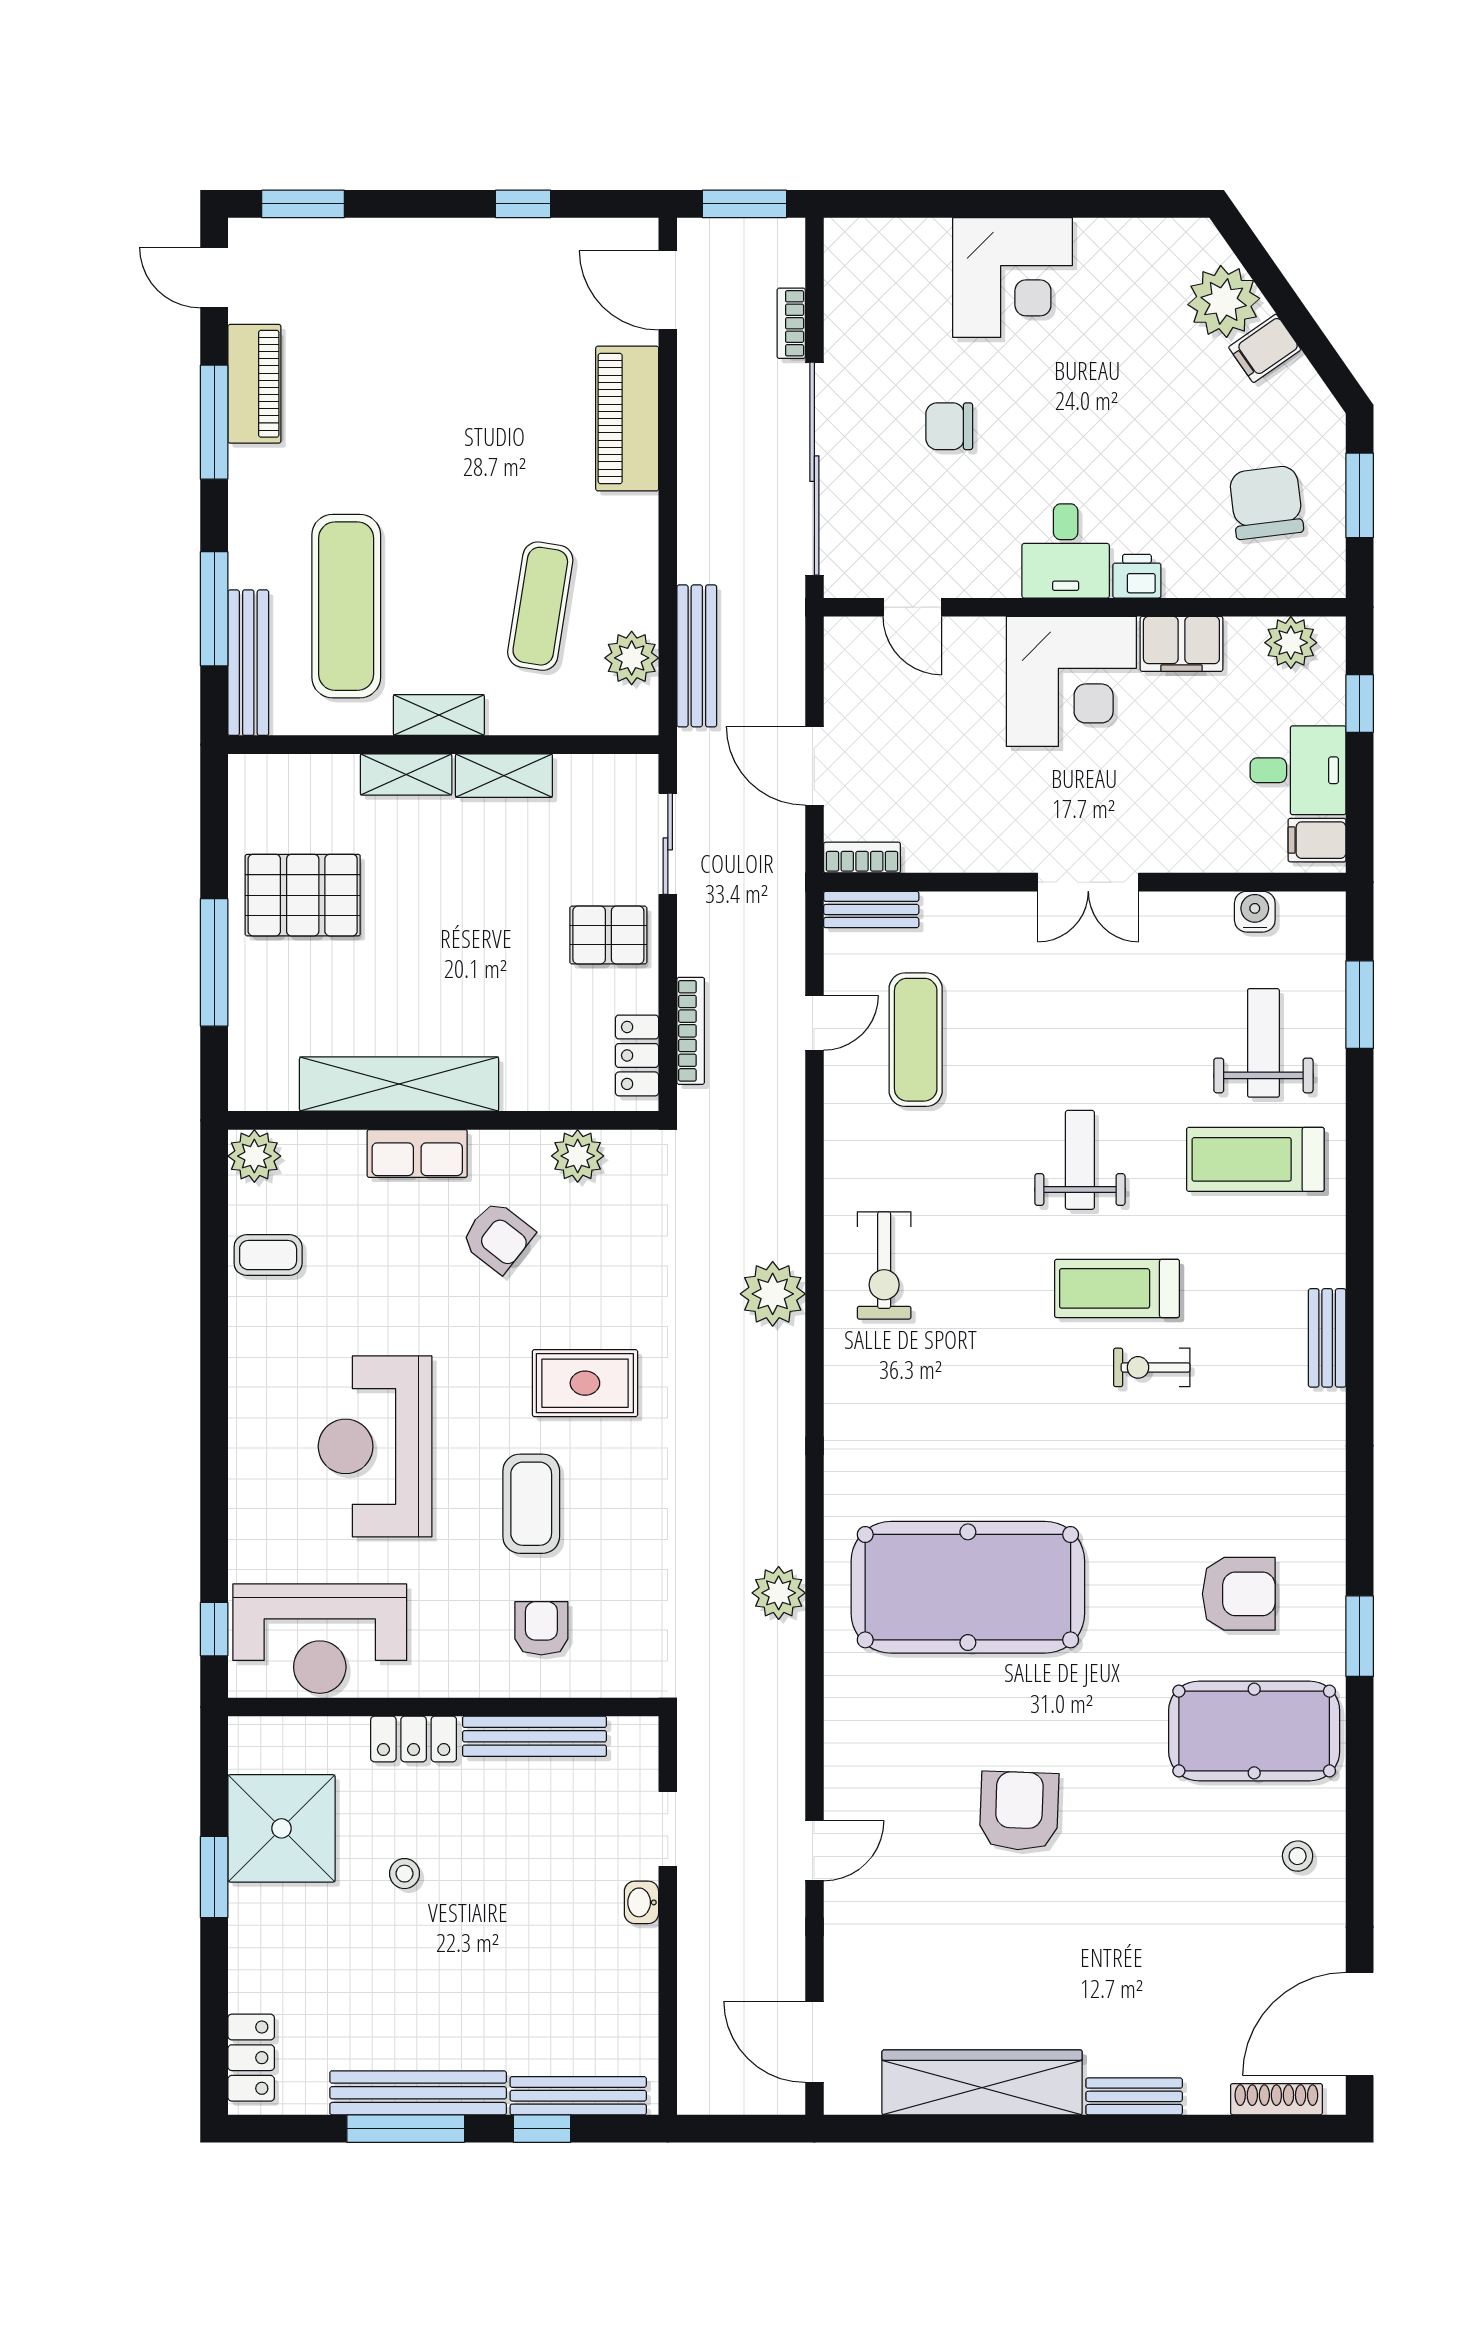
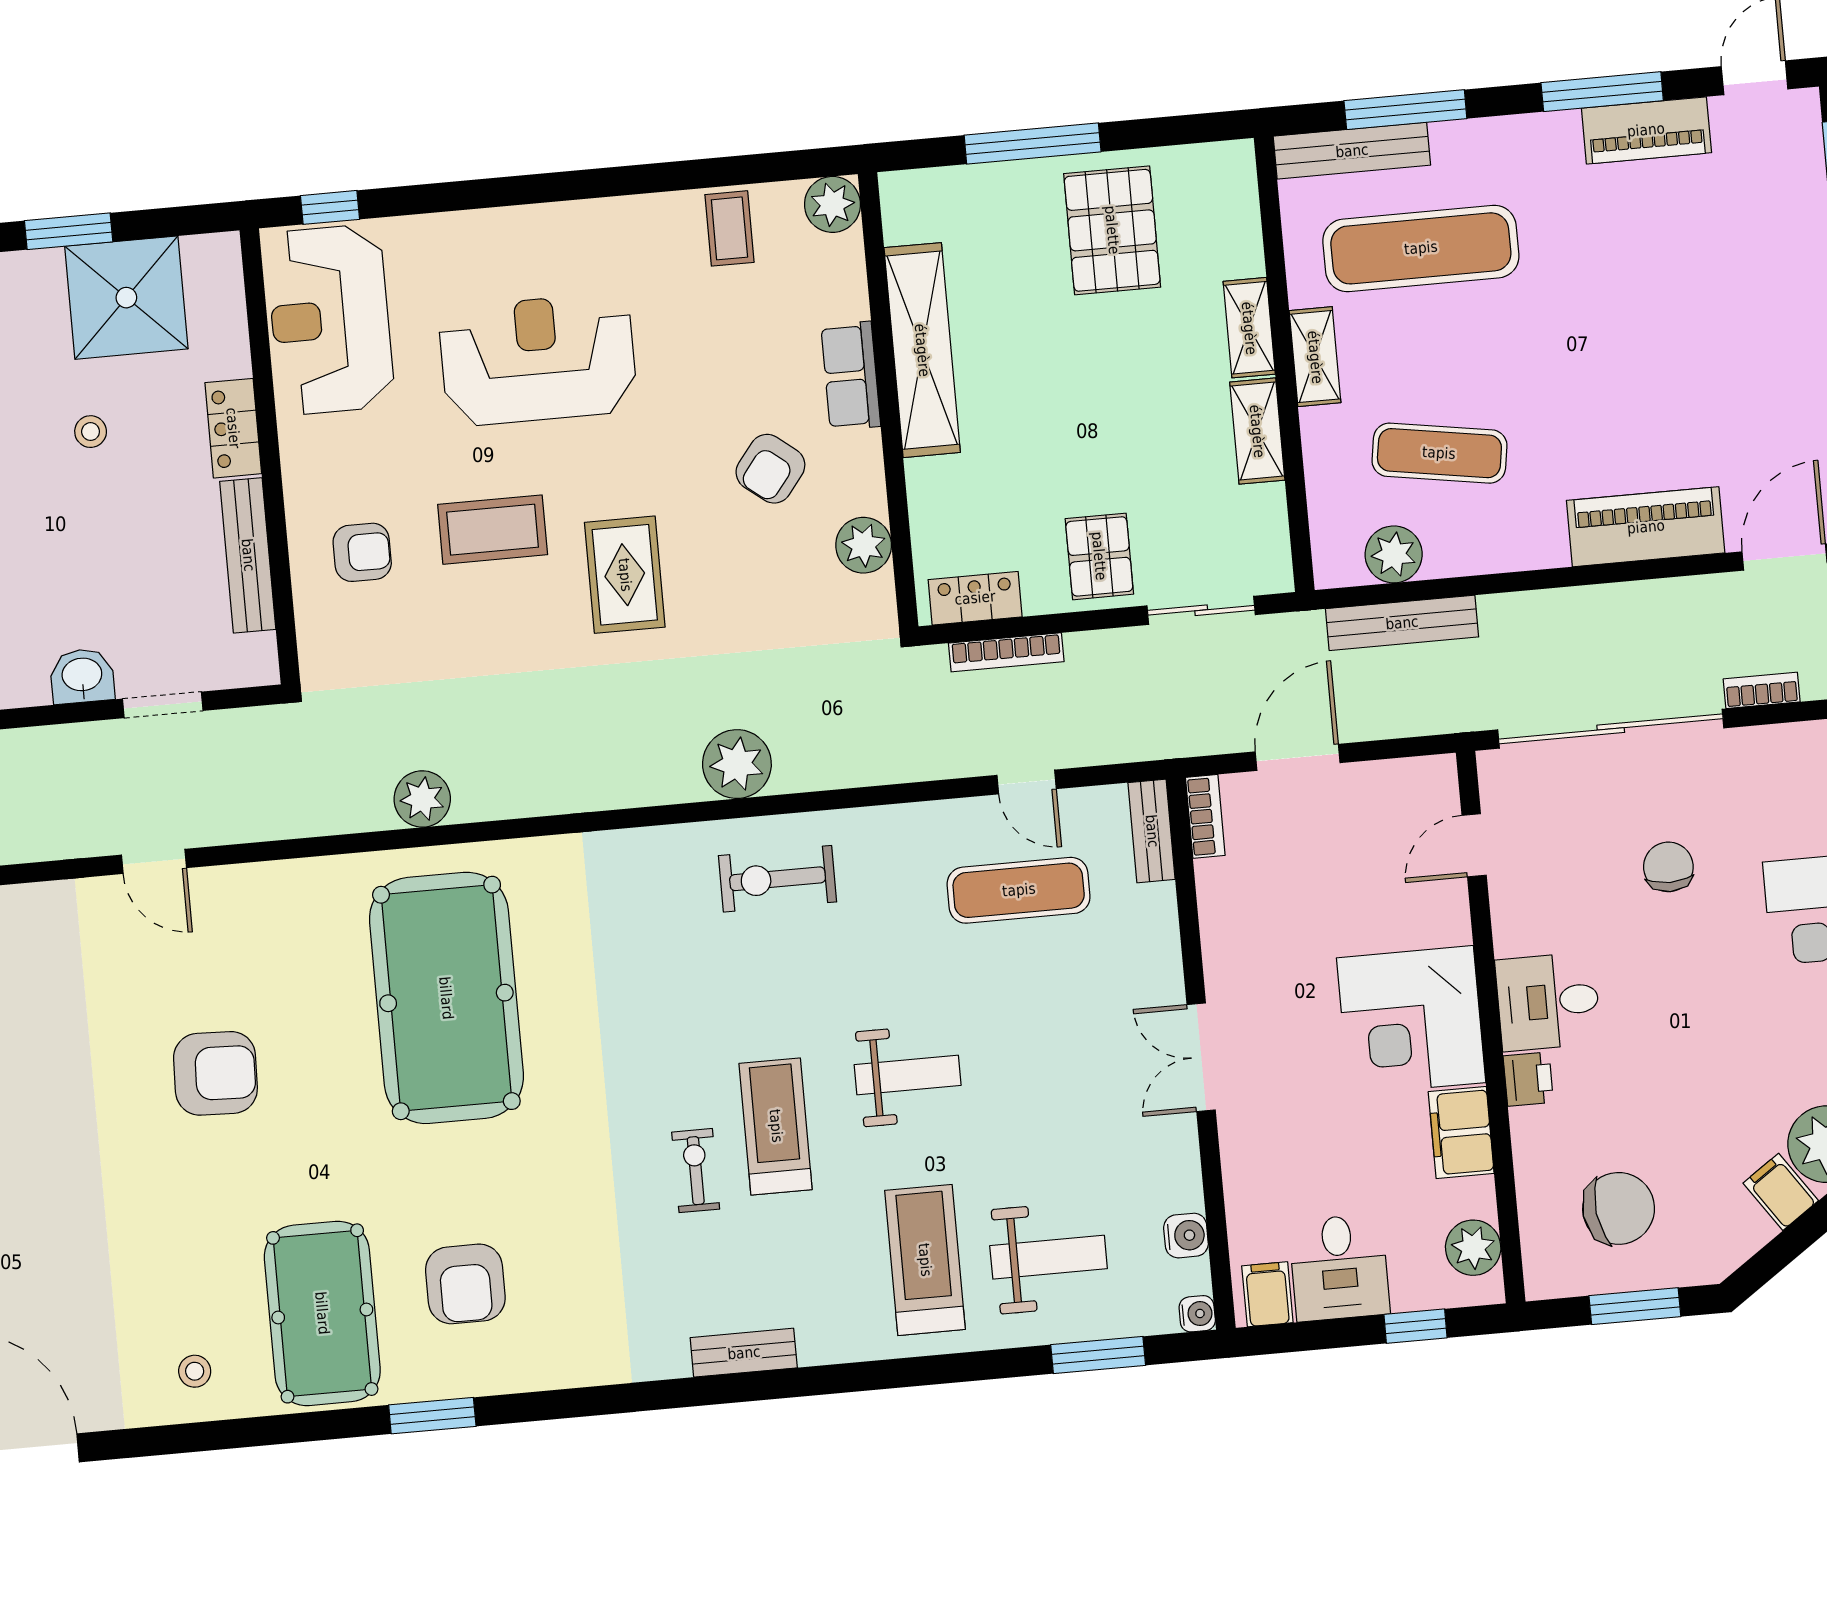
water cooler: (1329, 908) -> (1197, 1314), added
washbasin: (641, 1902) -> (82, 676), width x1.38, depth x1.45

